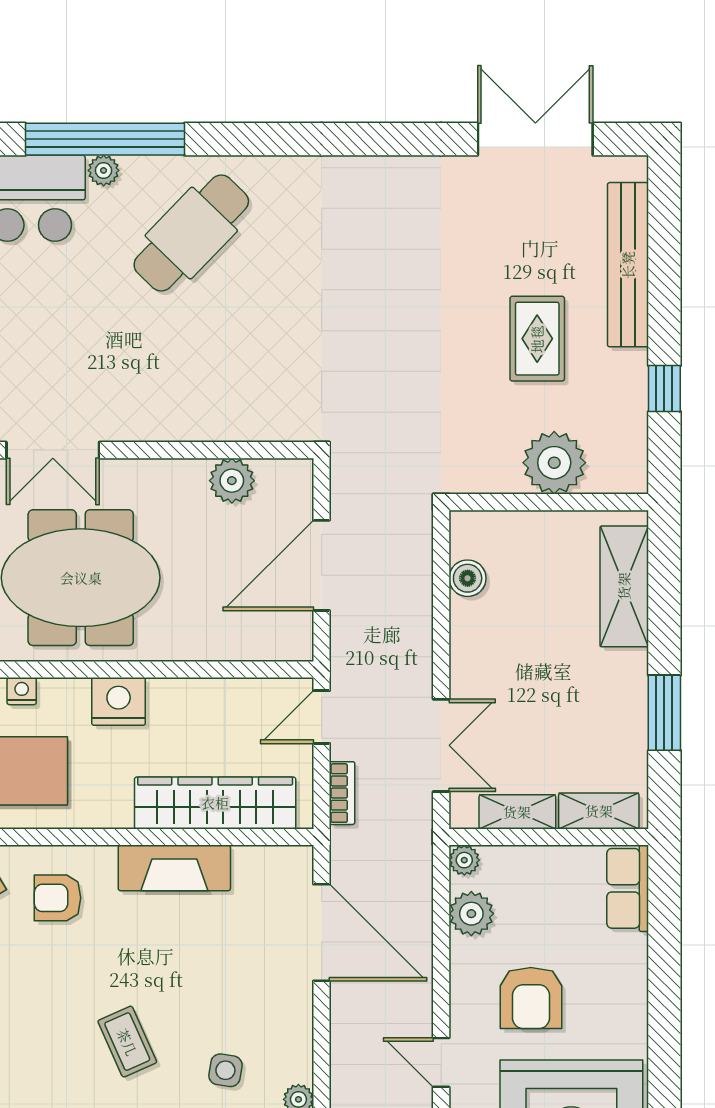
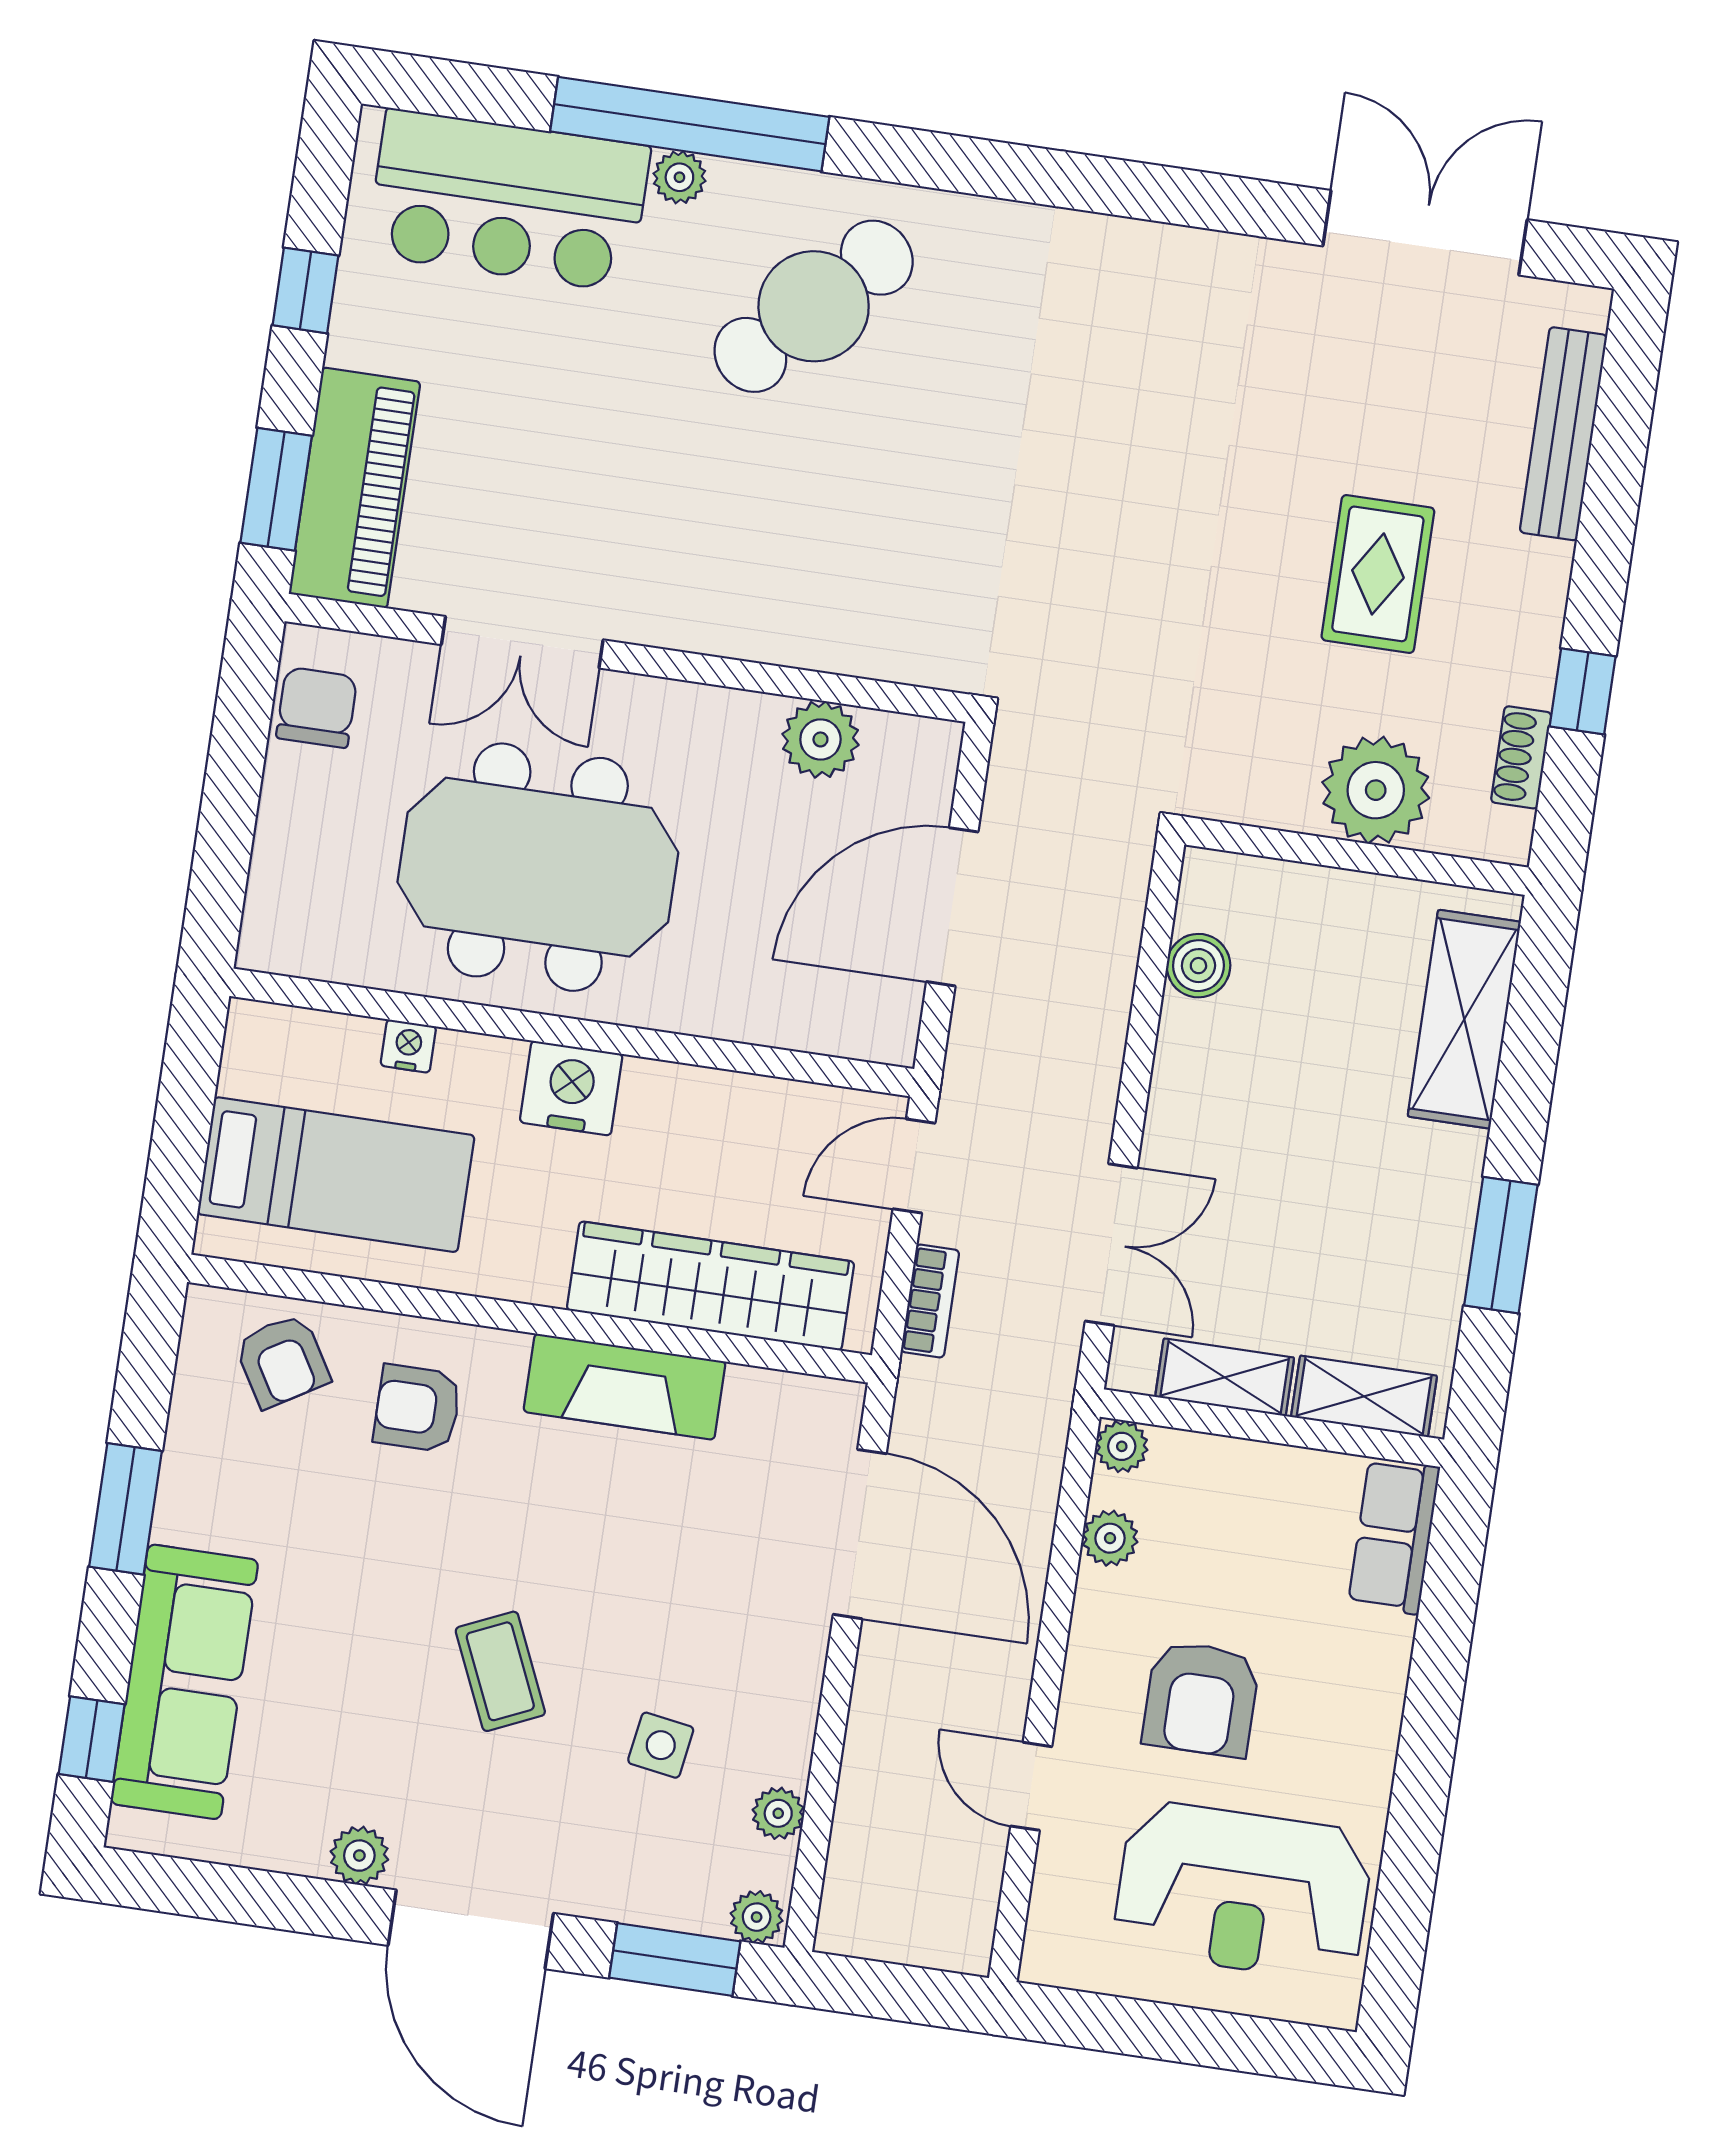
bench: (628, 265) -> (1563, 434), width x0.73, depth x0.82
shoe rack: (635, 432) -> (1521, 757), added
plant: (471, 914) -> (1110, 1538), width x0.73, depth x0.73

